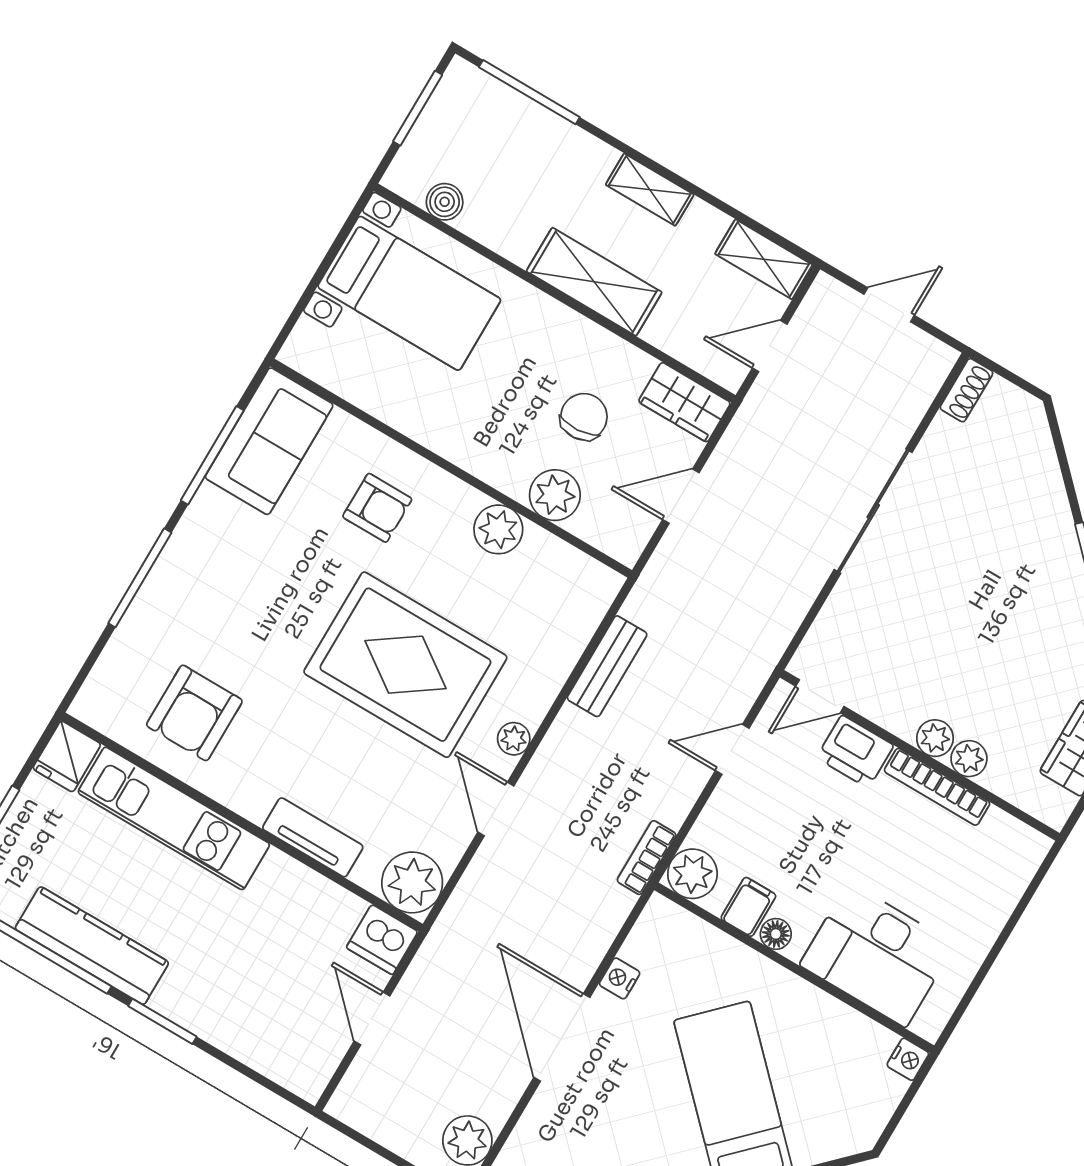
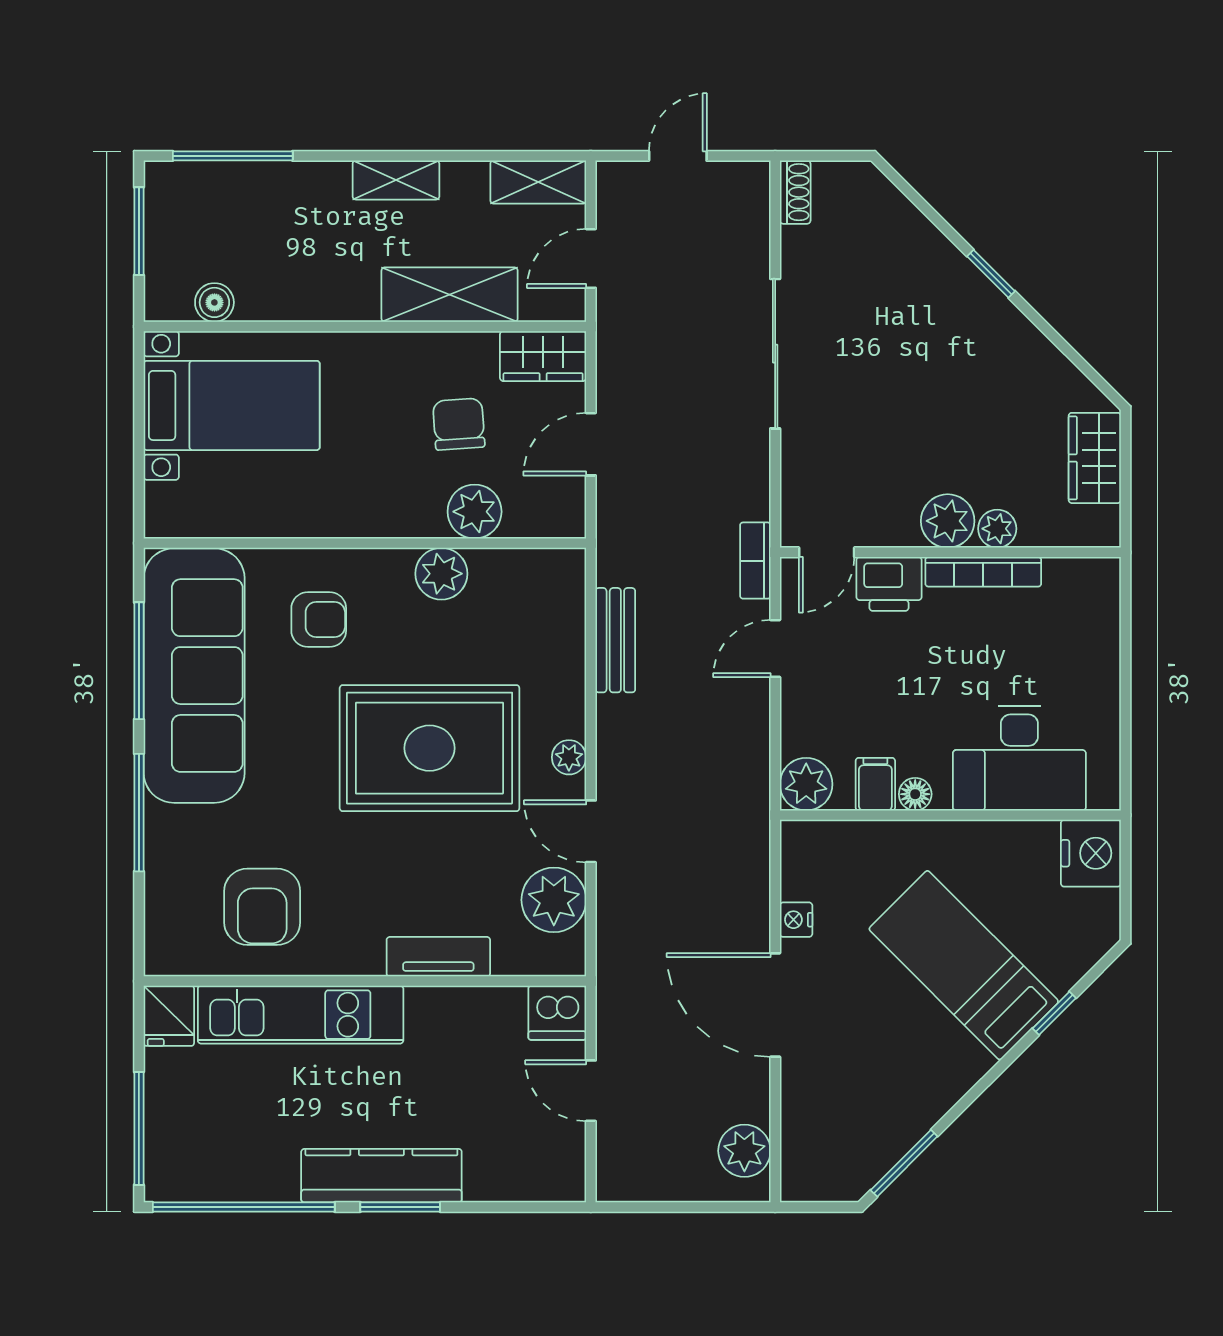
shelving: (594, 282) -> (450, 295), moved
sofa: (269, 441) -> (194, 676), width x1.85, depth x1.27
plant: (935, 738) -> (948, 521), width x1.38, depth x1.38
bookcase: (647, 858) -> (755, 561), moved
plant: (412, 882) -> (554, 900), moved
kitchen counter: (92, 946) -> (381, 1176), moved
nightstand: (908, 1059) -> (1091, 853), width x1.89, depth x1.79

